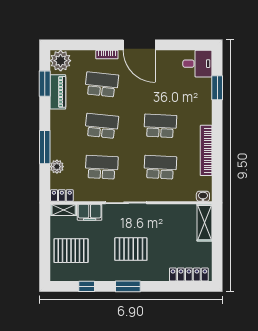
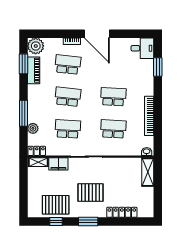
pallet: (71, 251) -> (56, 205), moved
locker: (189, 274) -> (122, 212), moved

